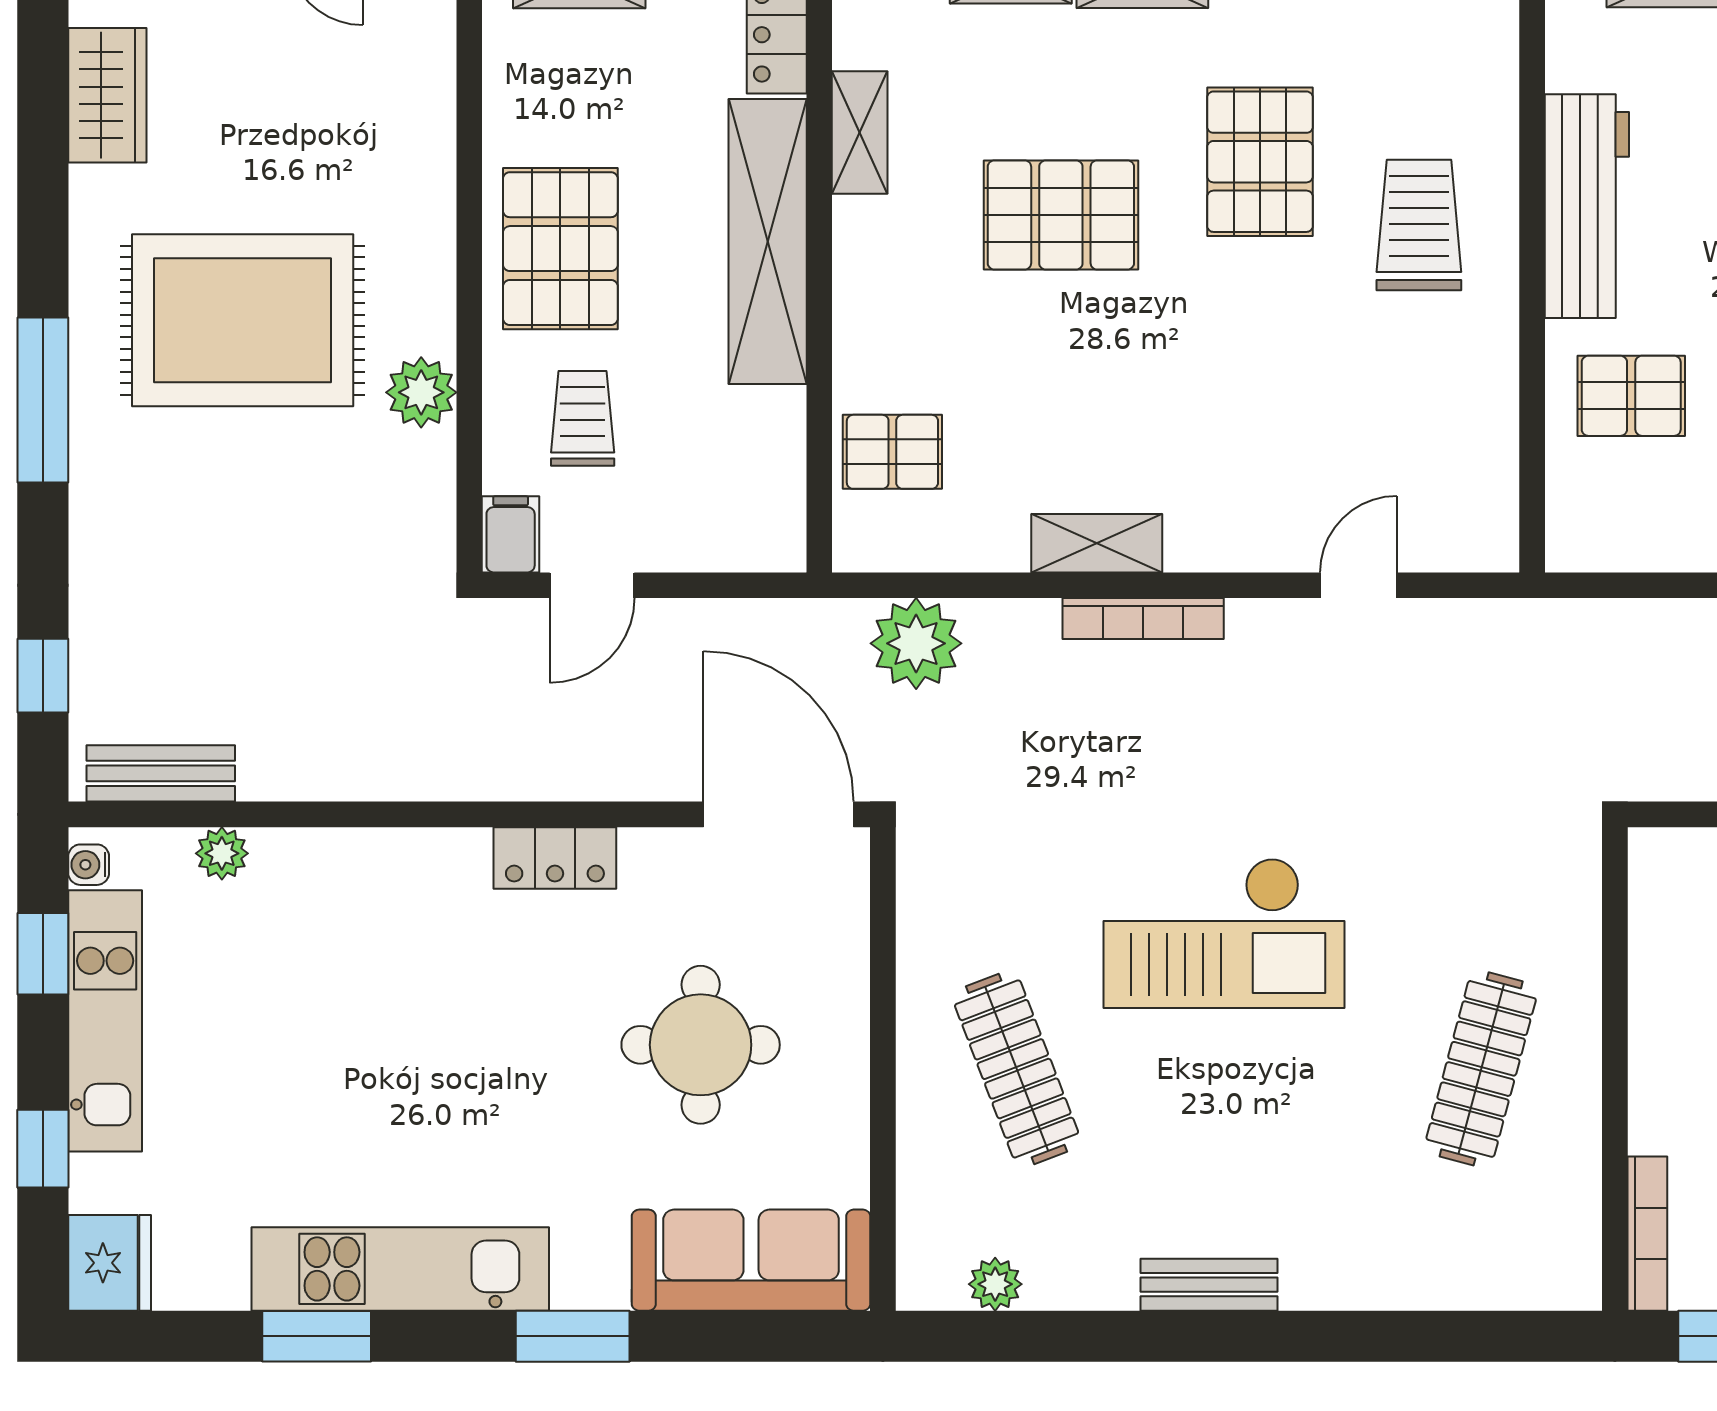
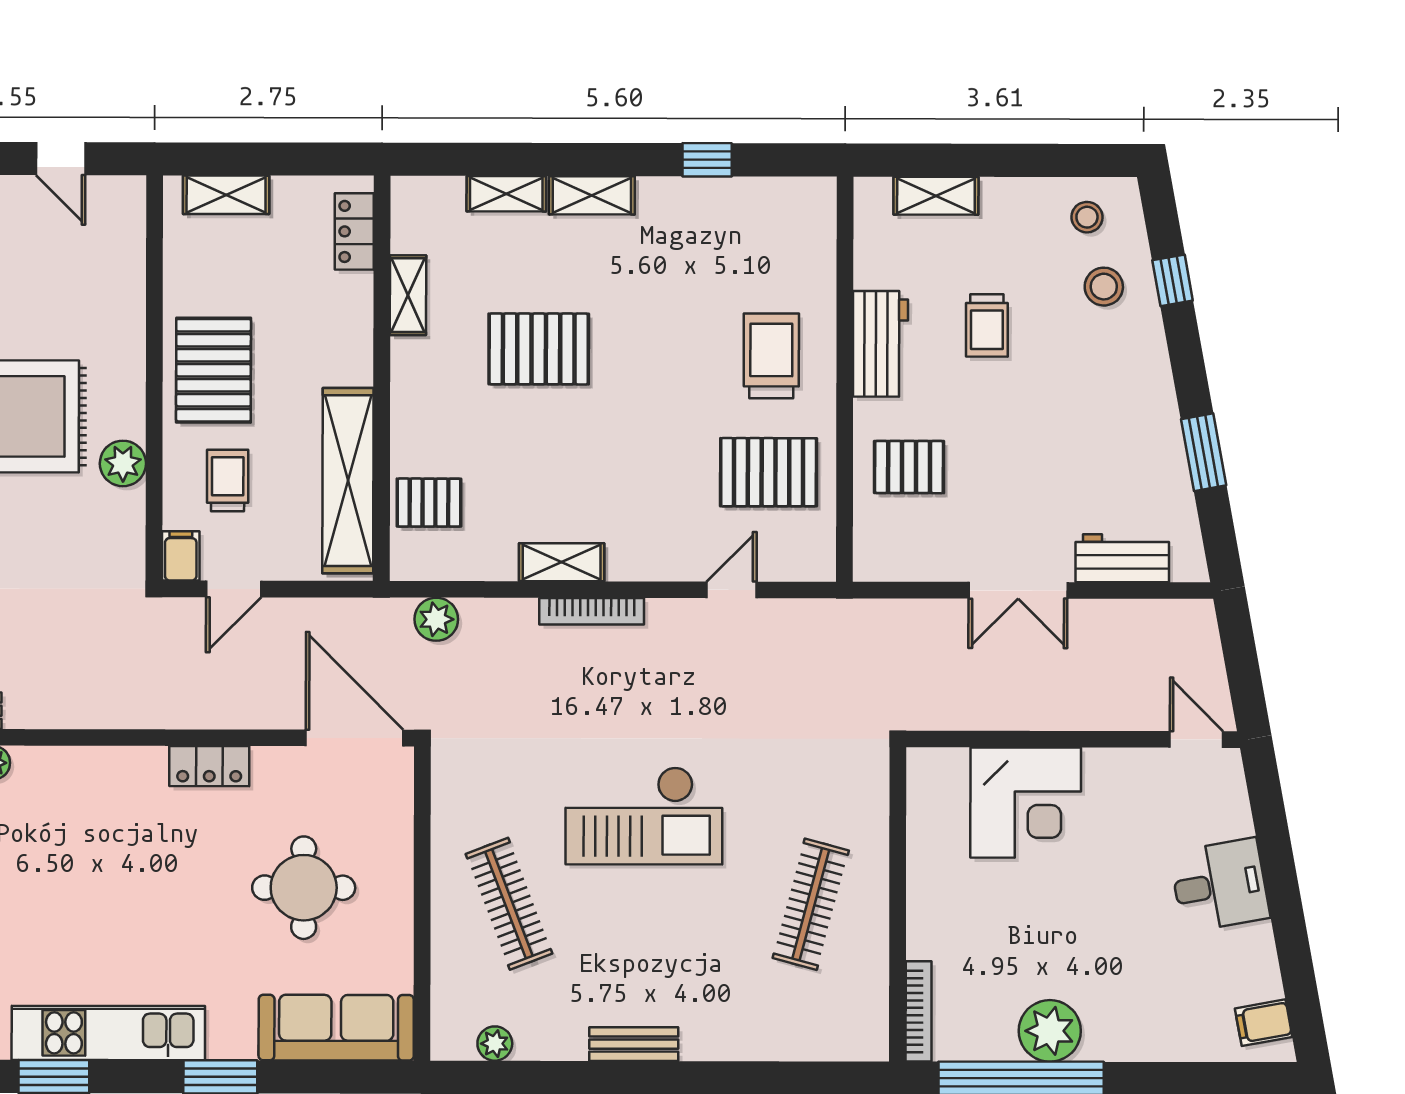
pallet: (1260, 162) -> (769, 472), moved, turned 90
workbench: (1587, 206) -> (880, 344), width x0.73
shelving: (768, 241) -> (348, 481), moved
plant: (916, 643) -> (436, 619), width x0.73, depth x0.73

